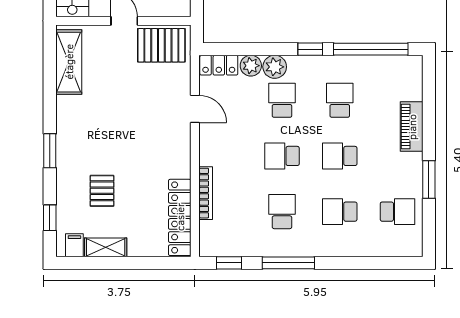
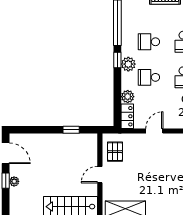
pallet: (161, 45) -> (115, 152), width x0.67, depth x0.71
plant: (275, 67) -> (128, 64), moved

